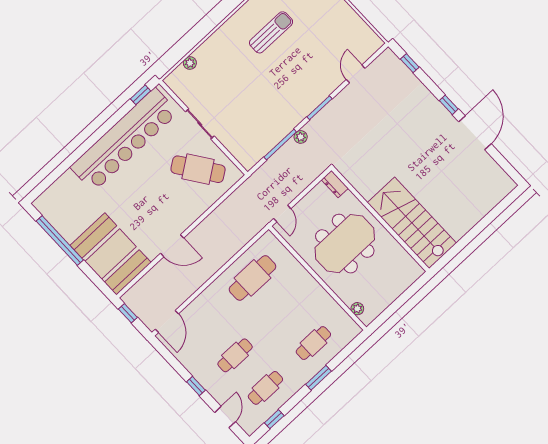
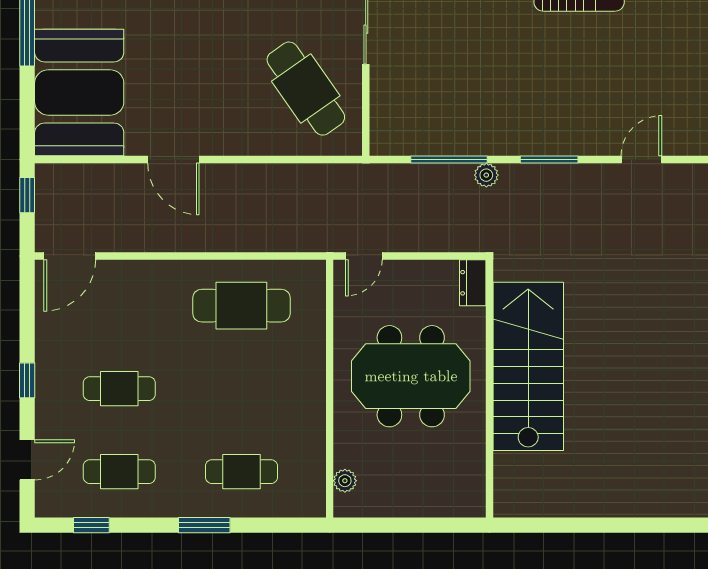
stairs: (412, 223) -> (528, 366), moved

